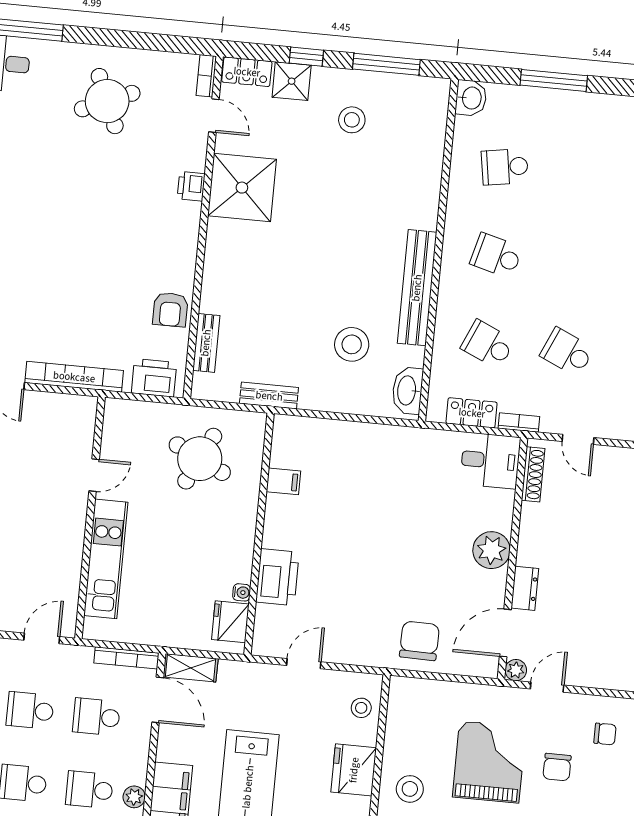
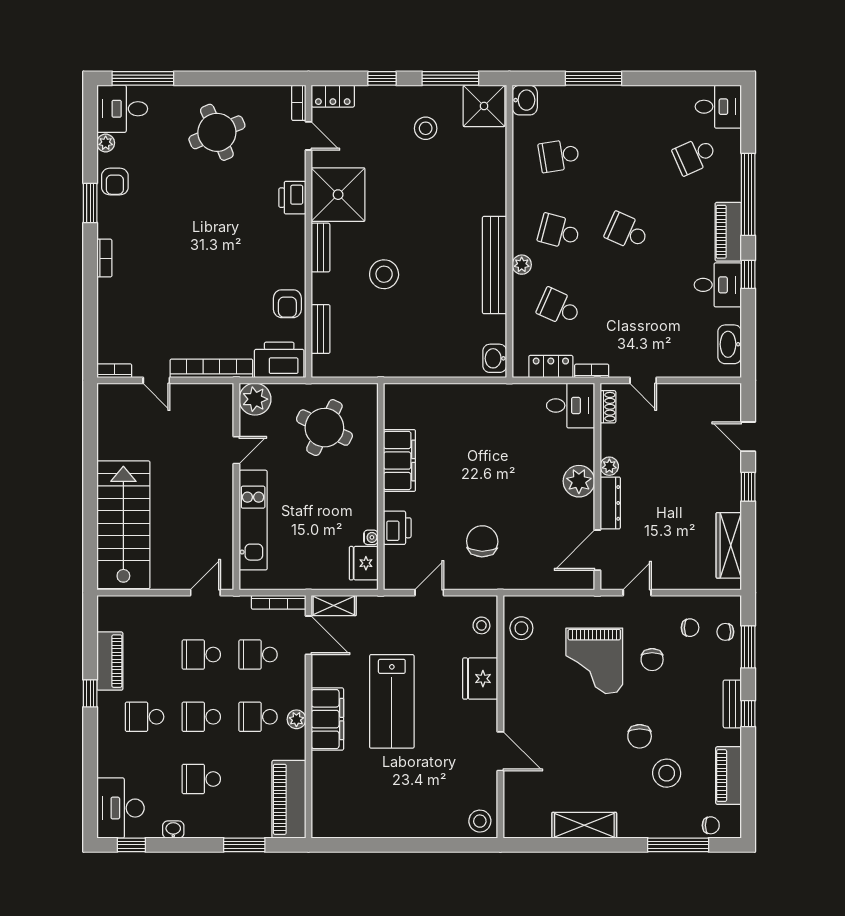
shower: (292, 81) -> (484, 106), moved, width x1.36, depth x1.36
printer: (191, 186) -> (292, 198), width x1.36, depth x1.24
plant: (449, 290) -> (522, 265), added
stool: (352, 344) -> (384, 274), moved
school desk: (567, 352) -> (627, 231), moved
printer: (154, 378) -> (279, 360), width x1.37, depth x1.19
washbasin: (407, 390) -> (495, 358), width x0.72
bench: (269, 396) -> (321, 248), moved, turned 90
plant: (122, 418) -> (255, 399), added
shoe rack: (533, 474) -> (608, 407), width x0.70
filing cabinet: (283, 481) -> (399, 461), width x3.00, depth x1.17
printer: (277, 577) -> (397, 528), width x0.73, depth x0.84
dresser: (525, 588) -> (610, 503), width x1.44
chair: (419, 641) -> (482, 541), moved
plant: (516, 670) -> (609, 466), moved
grand piano: (489, 762) -> (594, 661), turned 180
stool: (410, 789) -> (521, 628), moved

